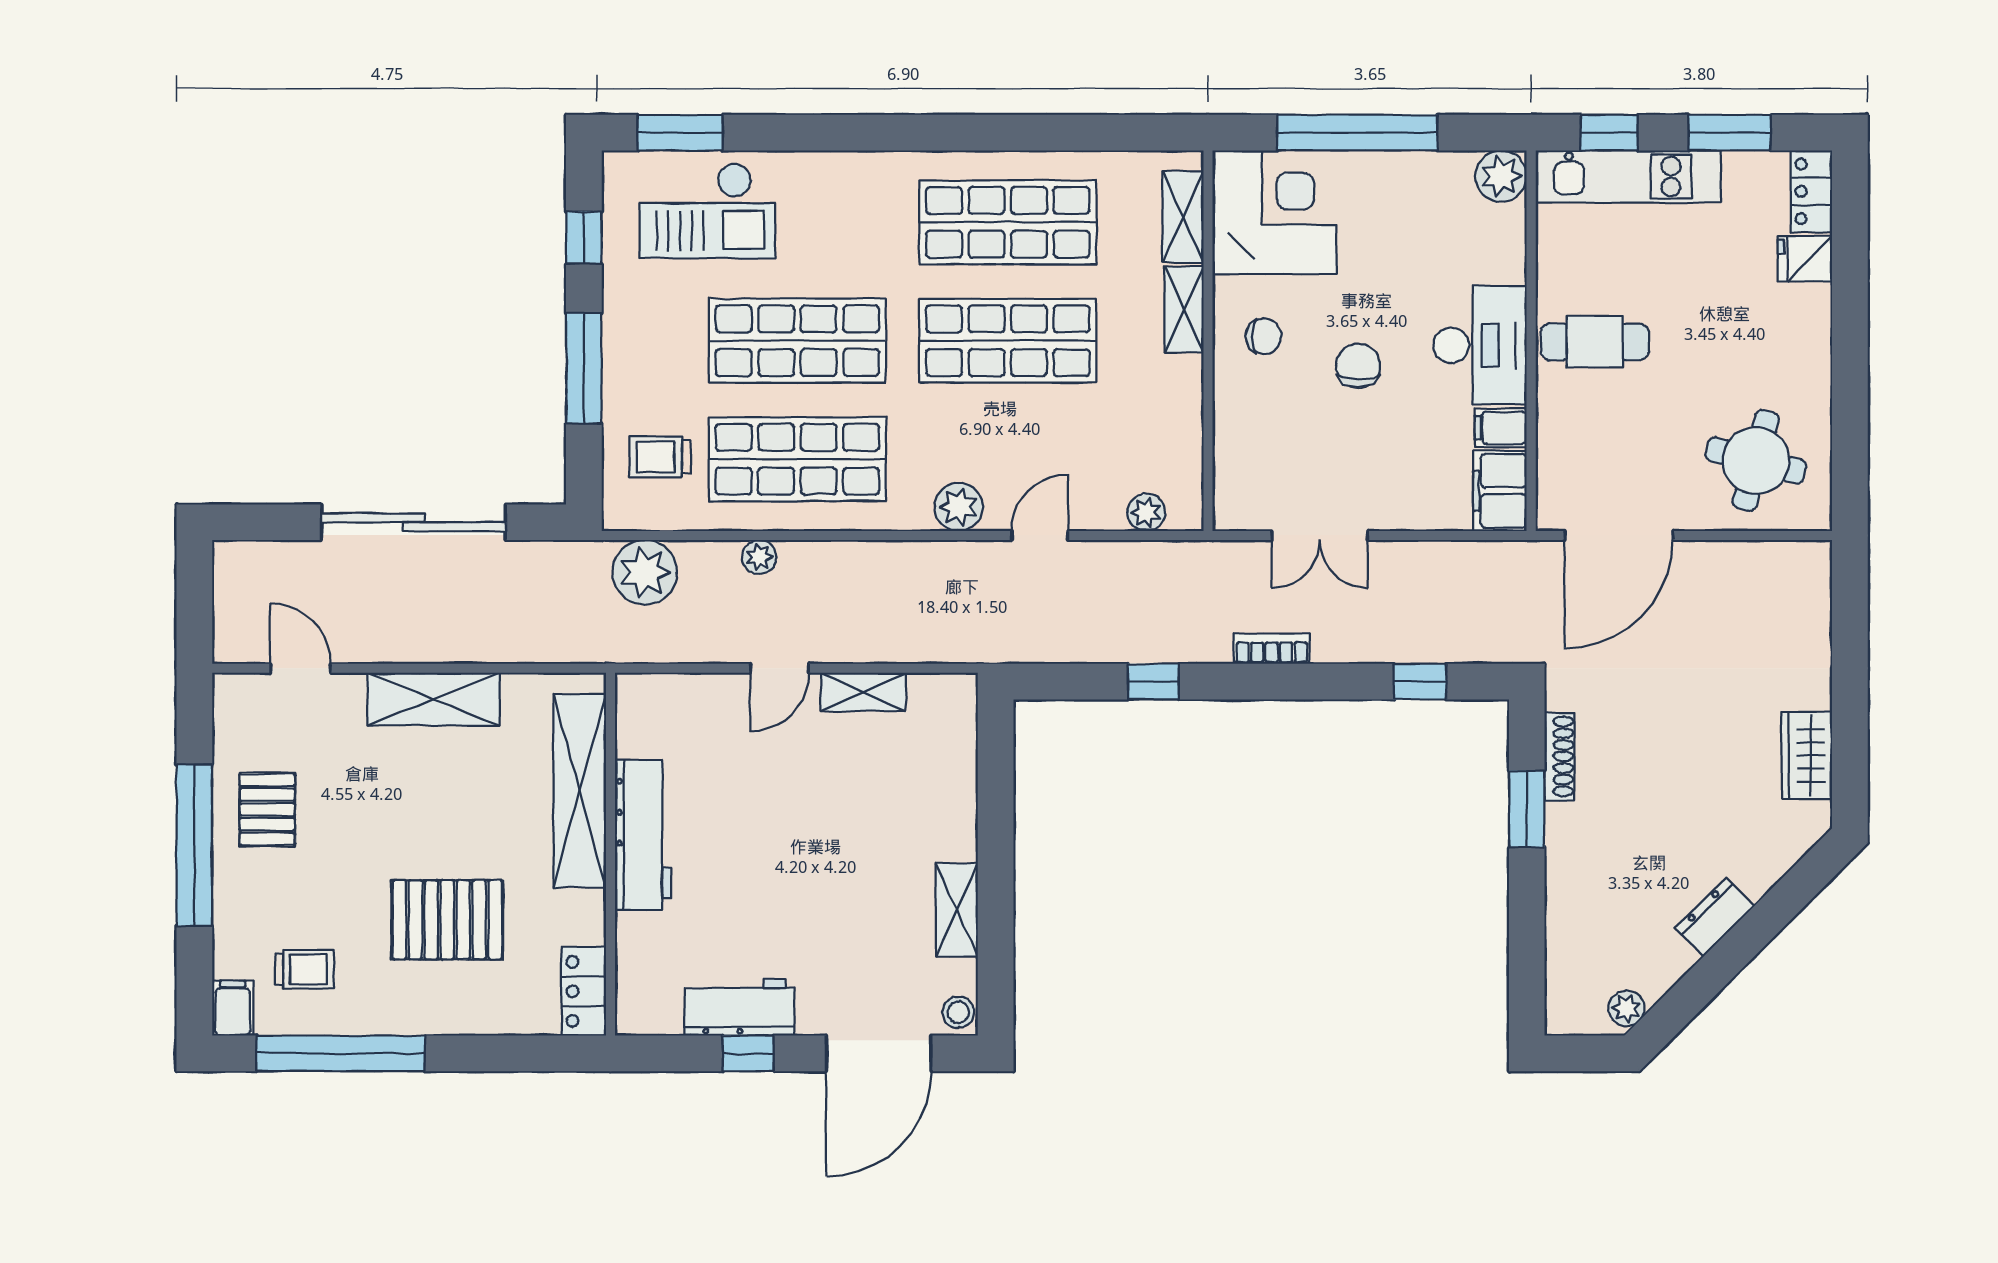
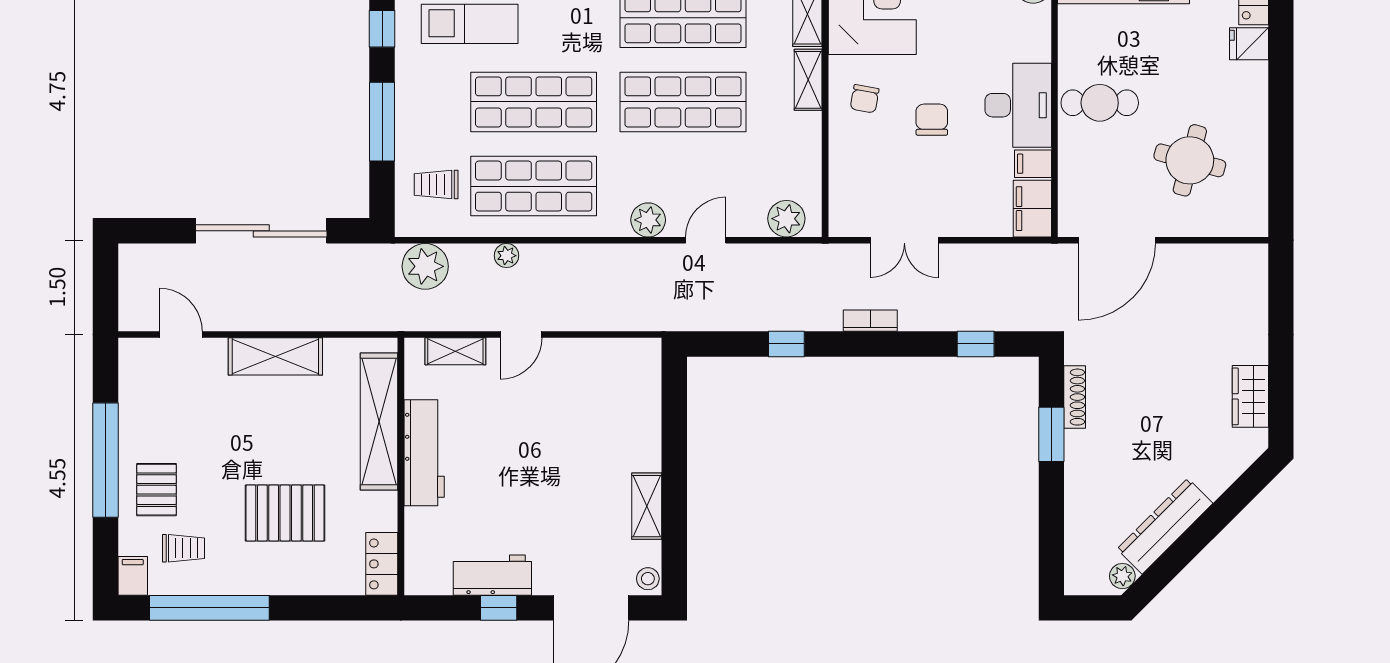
chair: (1264, 336) -> (865, 99), turned 100
round table: (1756, 460) -> (1190, 160), moved
plant: (1146, 512) -> (786, 219), width x1.38, depth x1.38
shelving: (863, 692) -> (455, 351), moved
pallet: (267, 809) -> (157, 490), moved
dresser: (1715, 917) -> (1165, 526), width x1.96, depth x1.24

